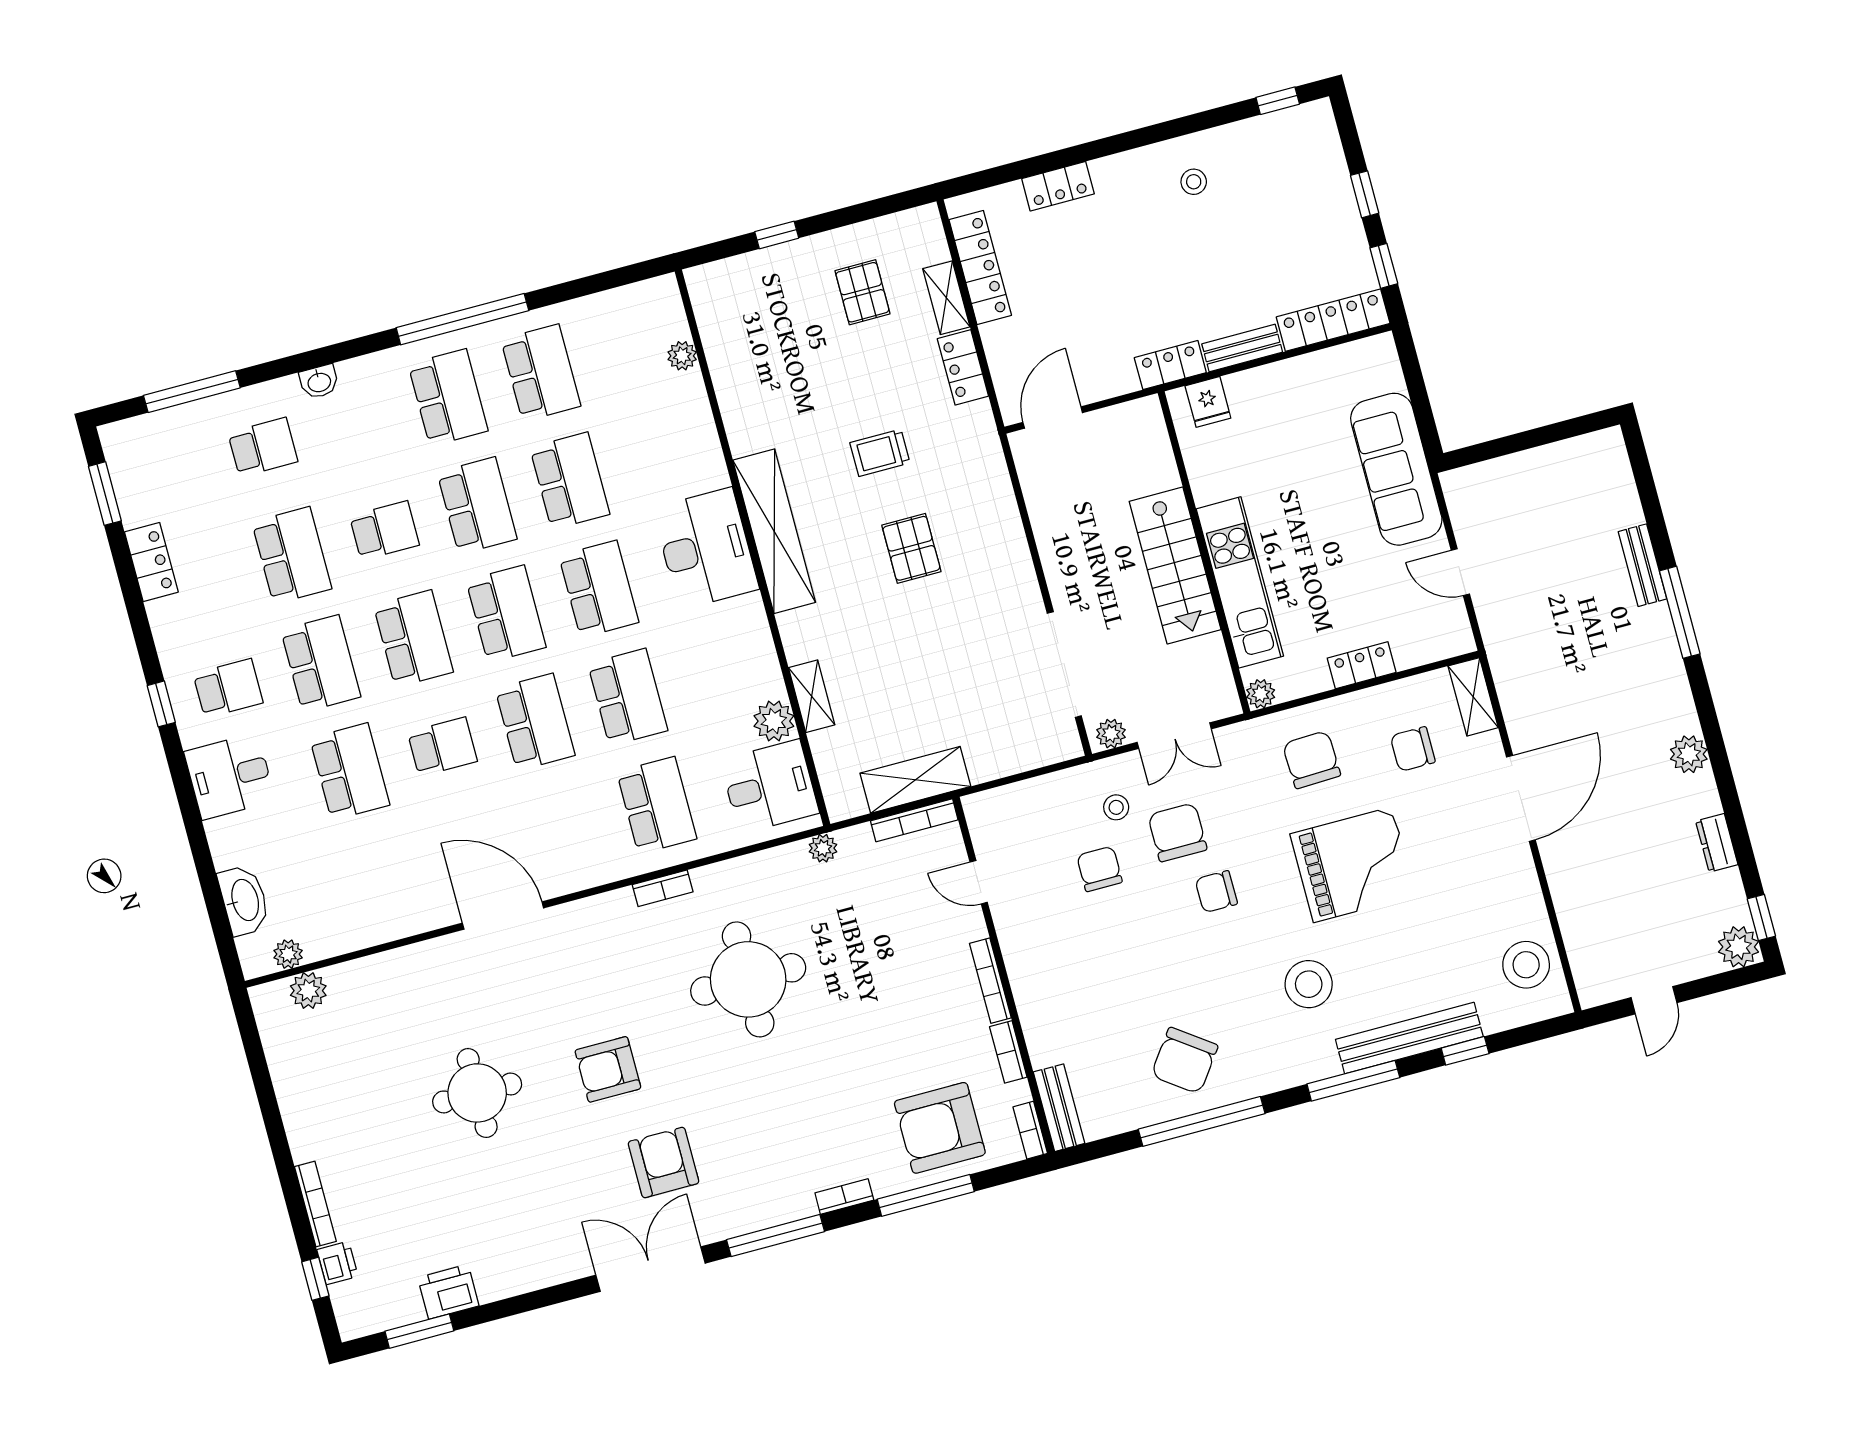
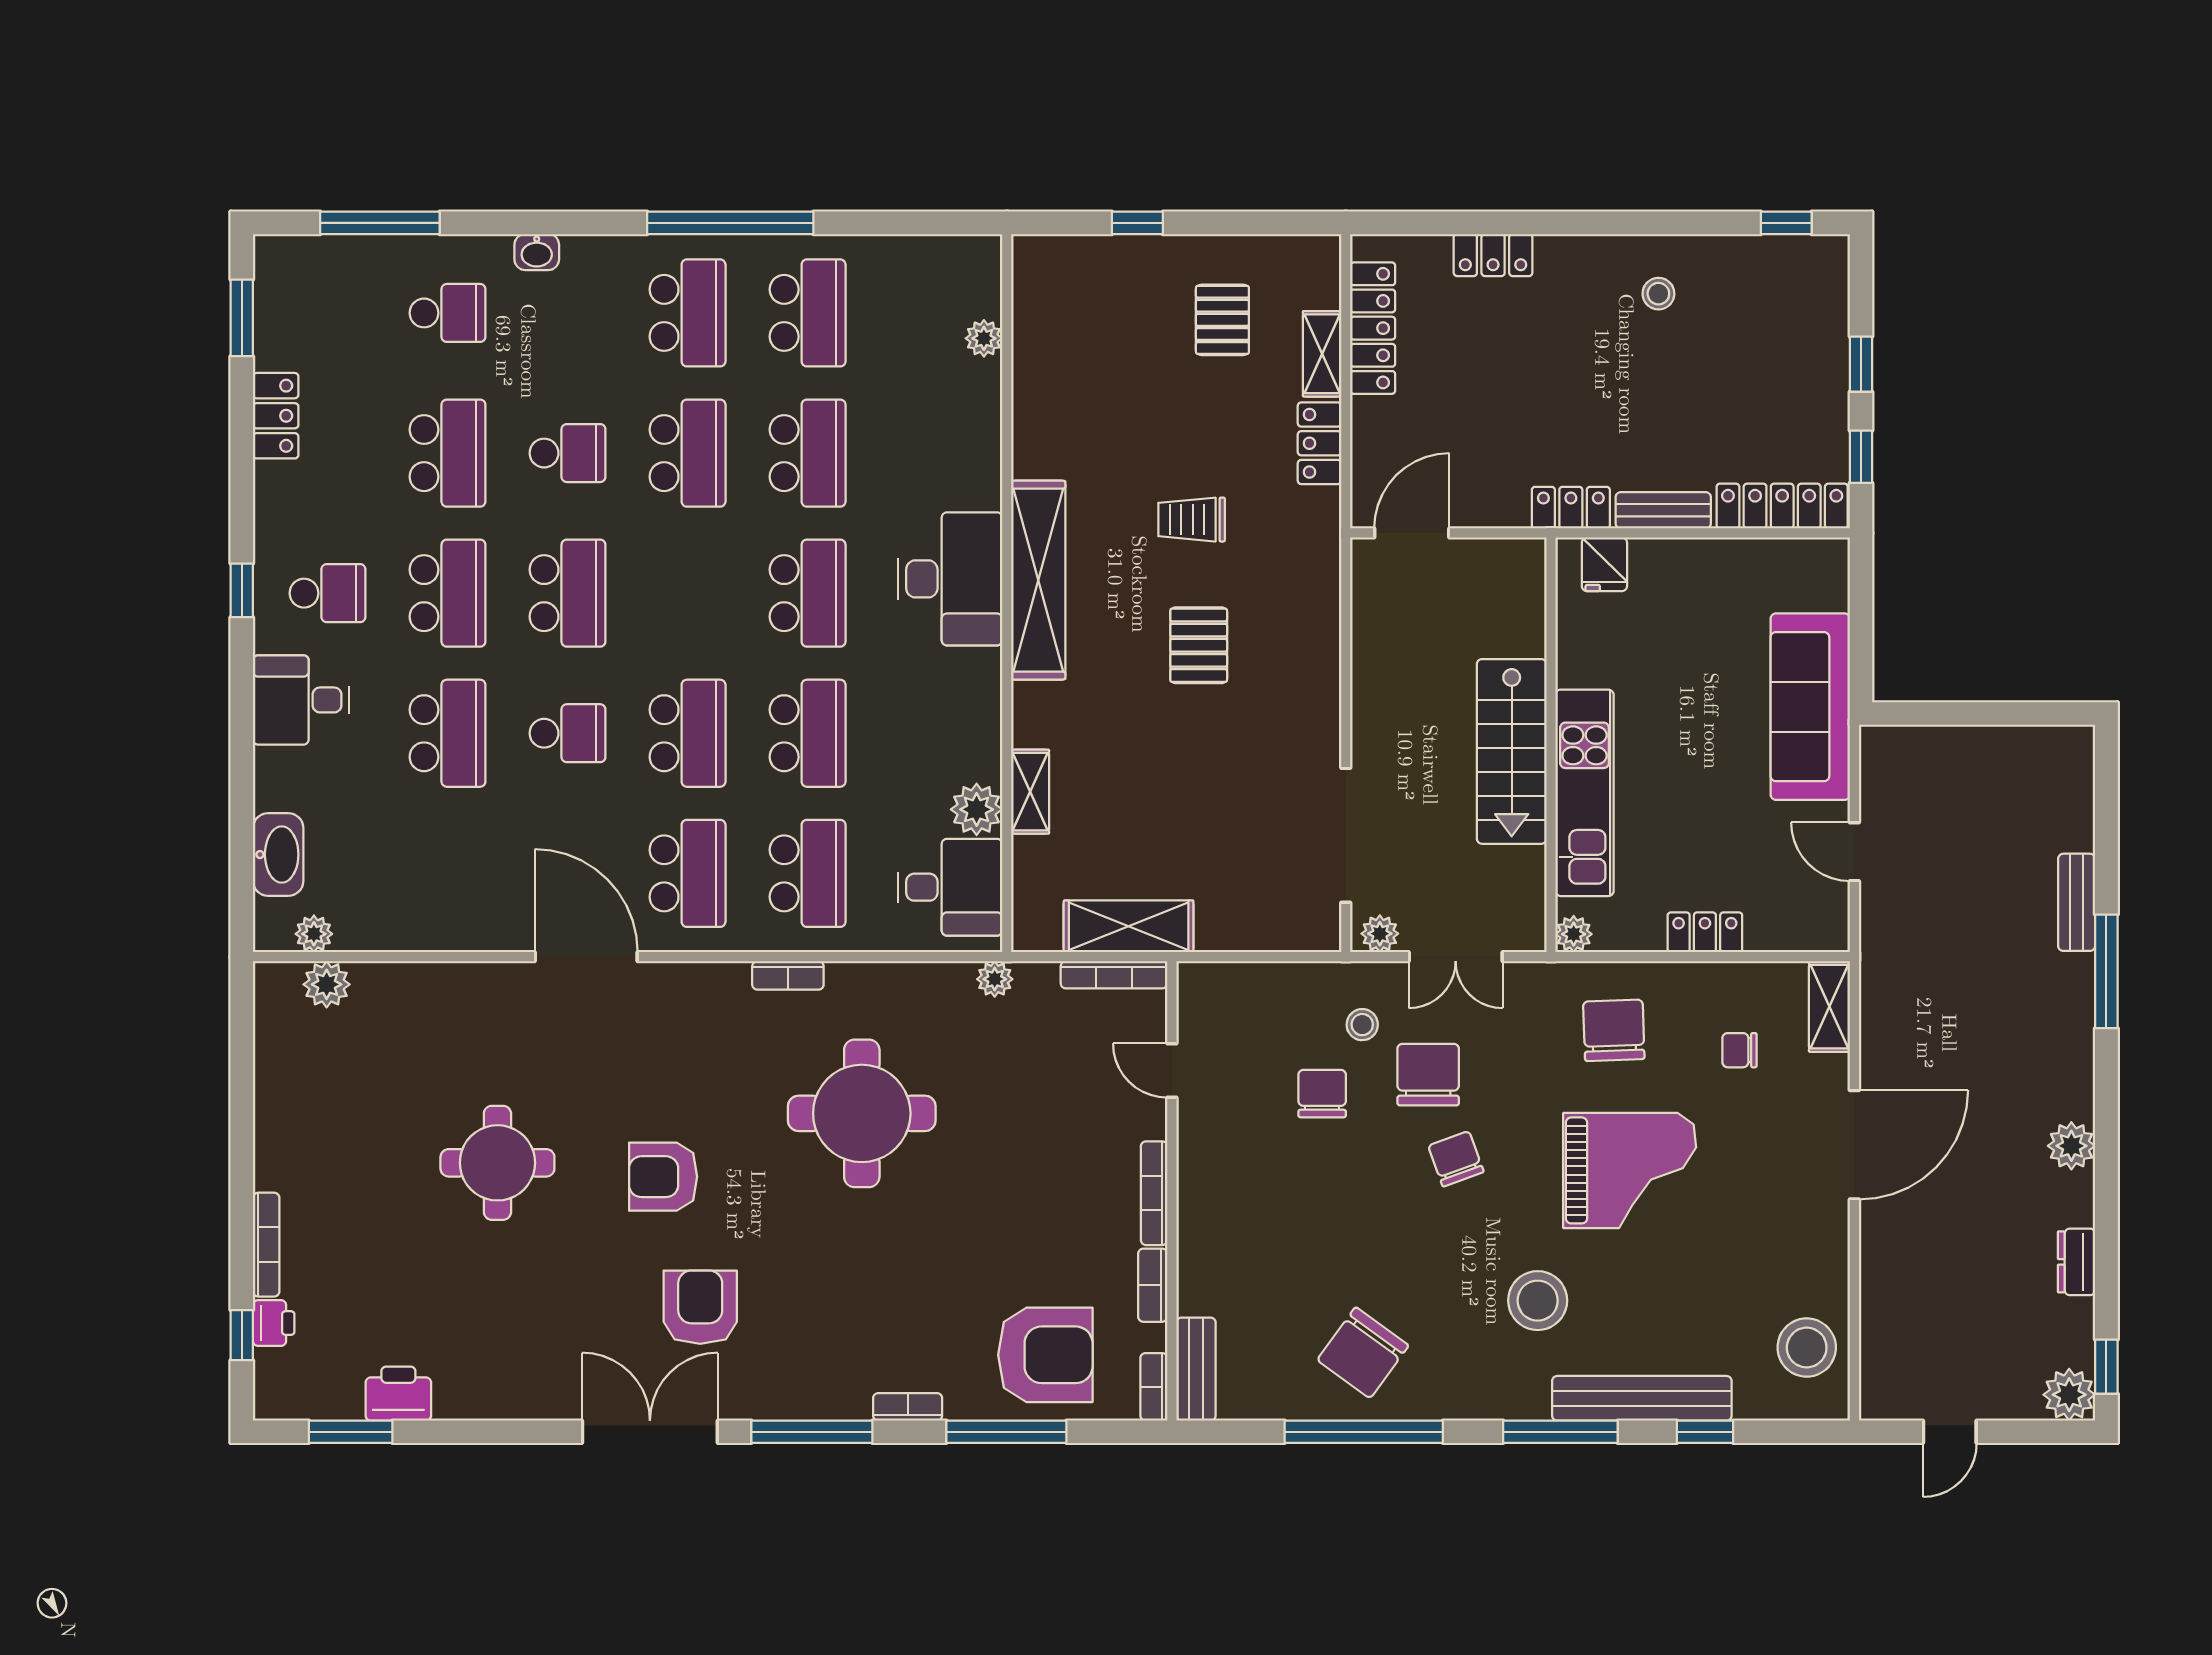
school desk: (506, 614) -> (688, 873), moved
chair: (1413, 749) -> (1739, 1050), width x0.73, depth x0.73
chair: (1216, 892) -> (1456, 1159), turned 70
armchair: (940, 1128) -> (1045, 1355), turned 180

